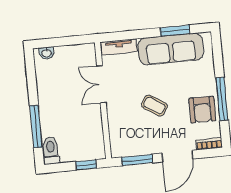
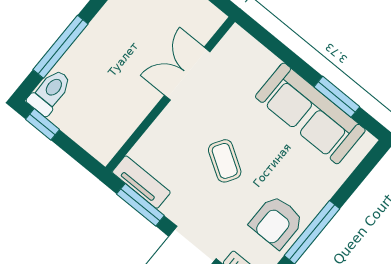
tv unit: (119, 47) -> (141, 182), moved, turned 180
window: (86, 165) -> (43, 124), moved

